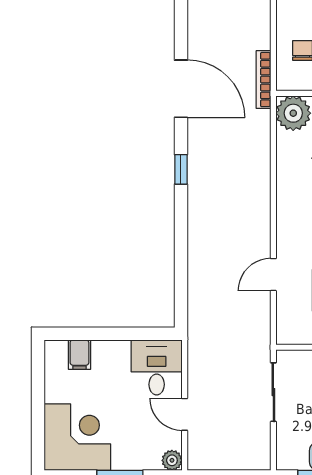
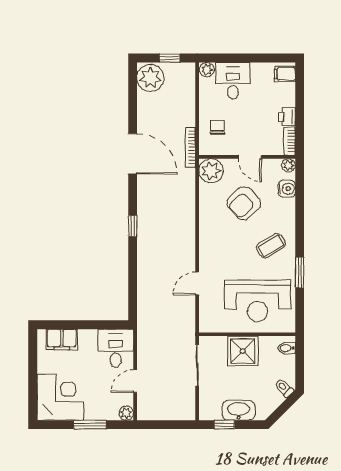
window: (181, 169) -> (133, 226), moved
filing cabinet: (79, 355) -> (62, 339), width x2.00
door: (185, 414) -> (135, 381), hinge flipped

